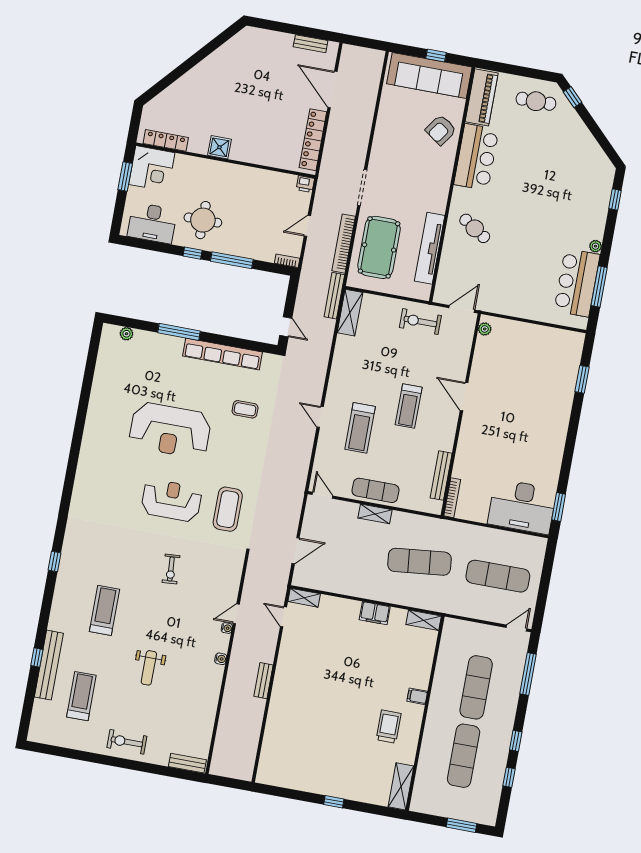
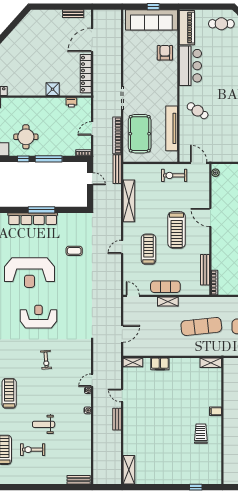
door: (332, 89) -> (92, 40), hinge flipped
armchair: (441, 130) -> (165, 53), turned 145
shower: (219, 147) -> (53, 89), moved
printer: (305, 184) -> (71, 102), moved
door: (462, 309) -> (199, 163), hinge flipped
shelving: (350, 313) -> (129, 201), moved, width x1.47
door: (286, 327) -> (90, 179), moved
window: (179, 332) -> (41, 210), moved
row of seats: (222, 354) -> (33, 219), moved
treadmill: (409, 406) -> (177, 230), width x1.37, depth x1.38
door: (320, 417) -> (122, 247), hinge flipped
treadmill: (360, 428) -> (149, 249), turned 180
coffee table: (228, 509) -> (75, 316), removed
filing cabinet: (375, 613) -> (160, 364), moved
door: (283, 617) -> (122, 396), moved
weight bench: (149, 668) -> (44, 424), turned 90
exercise bike: (127, 742) -> (33, 450), moved
shelving: (401, 786) -> (129, 470), moved
window: (334, 802) -> (196, 487), moved

